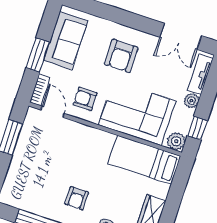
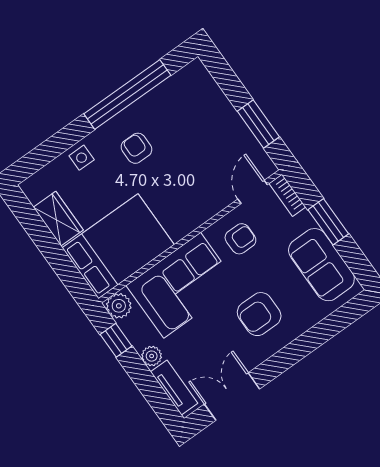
armchair: (121, 56) -> (259, 314), turned -90
door: (53, 112) -> (253, 192), swing flipped
bed: (144, 160) -> (118, 246), width x1.50

